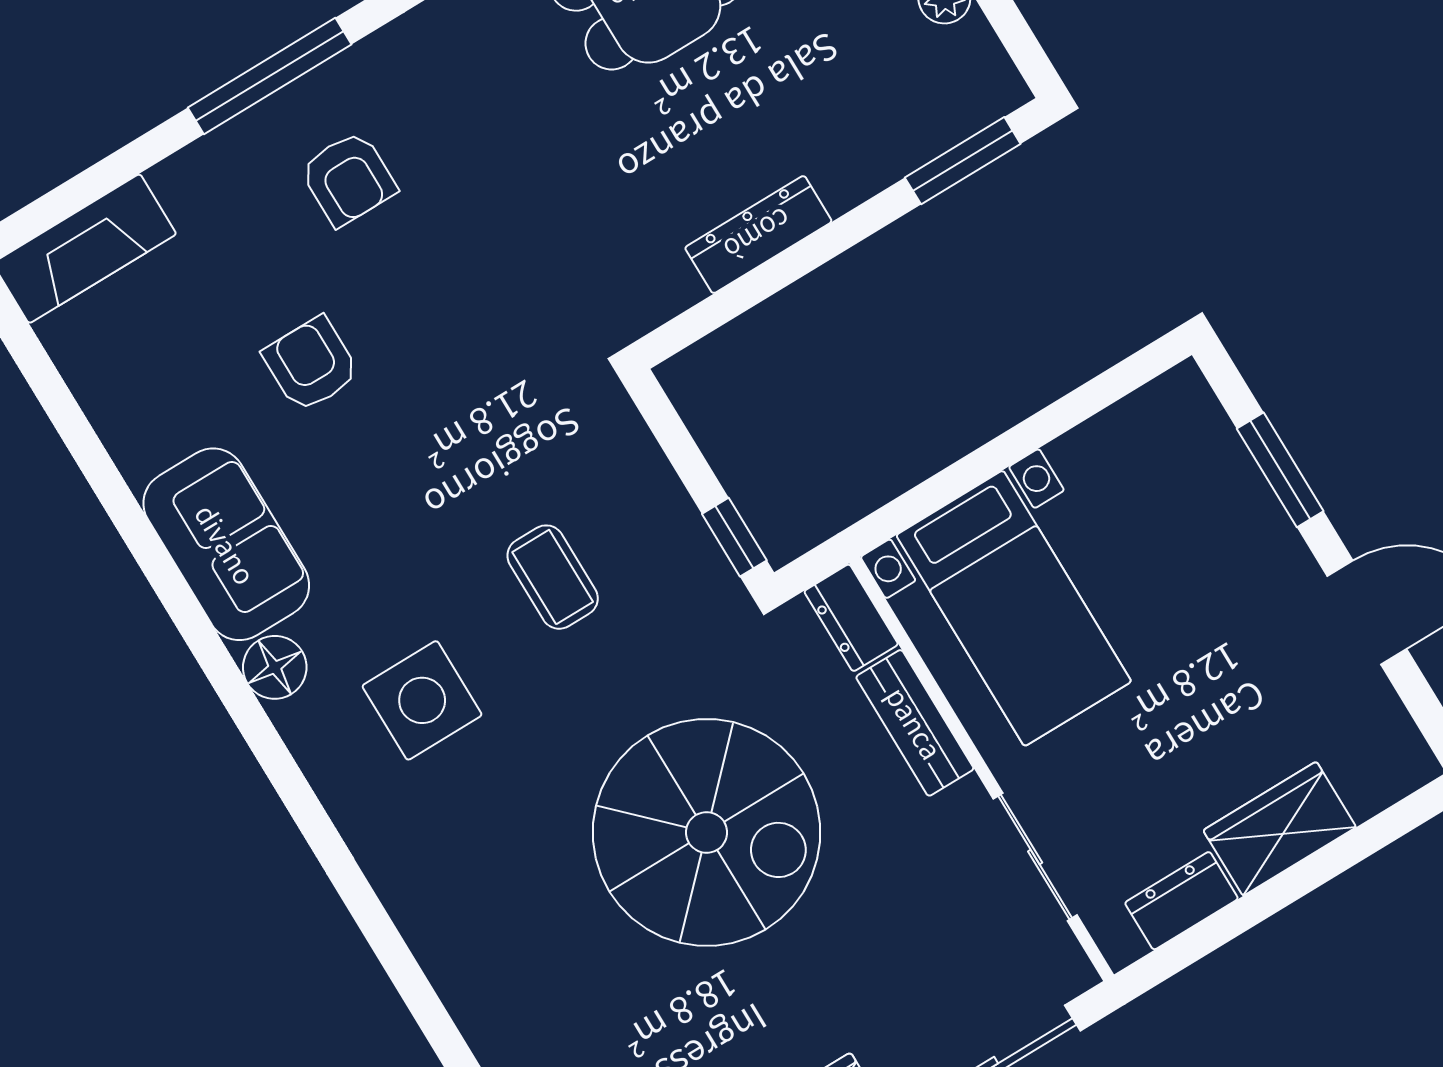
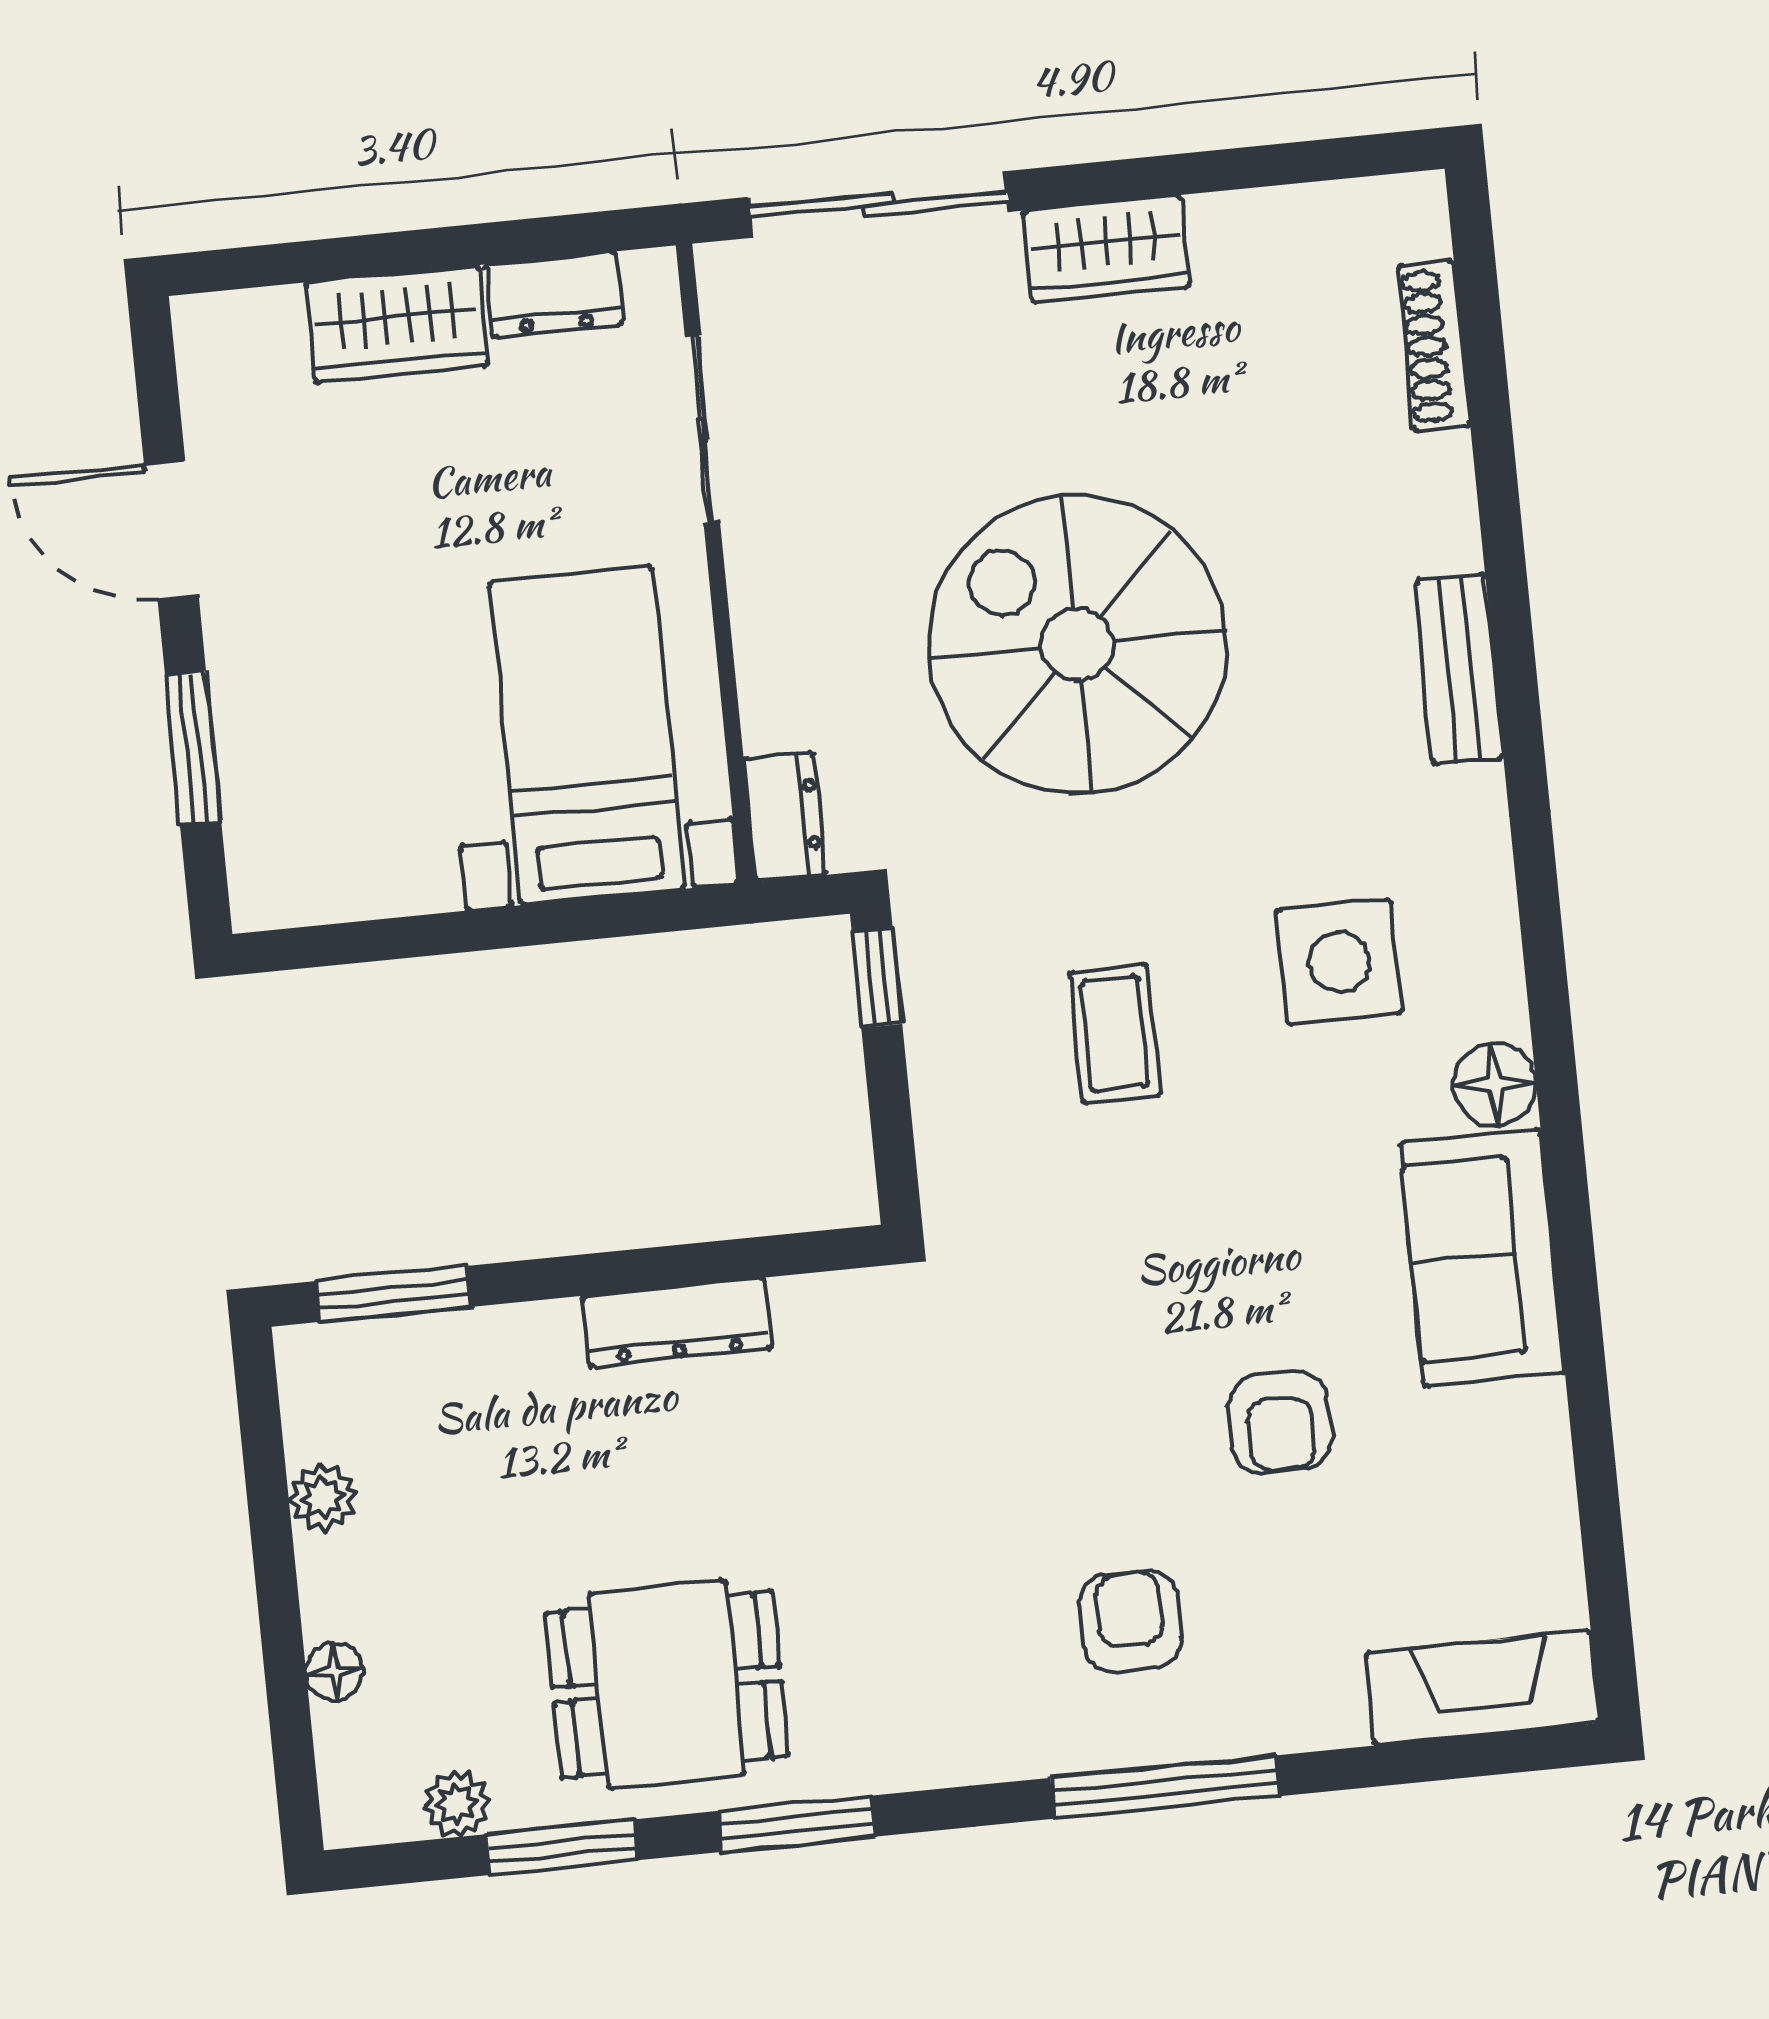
bench: (915, 723) -> (1459, 669), moved

